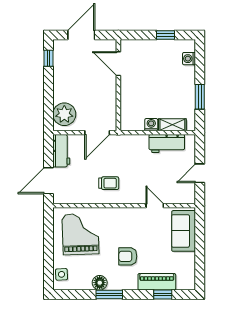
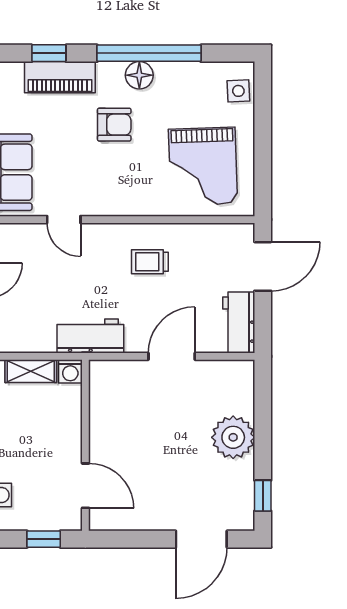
door: (118, 64) -> (85, 486), moved
wall: (118, 85) -> (85, 445), moved
plant: (64, 114) -> (233, 437), moved
workbench: (167, 144) -> (90, 336), moved
floor lamp: (100, 283) -> (139, 75), moved
window: (109, 294) -> (149, 53), width x2.11

